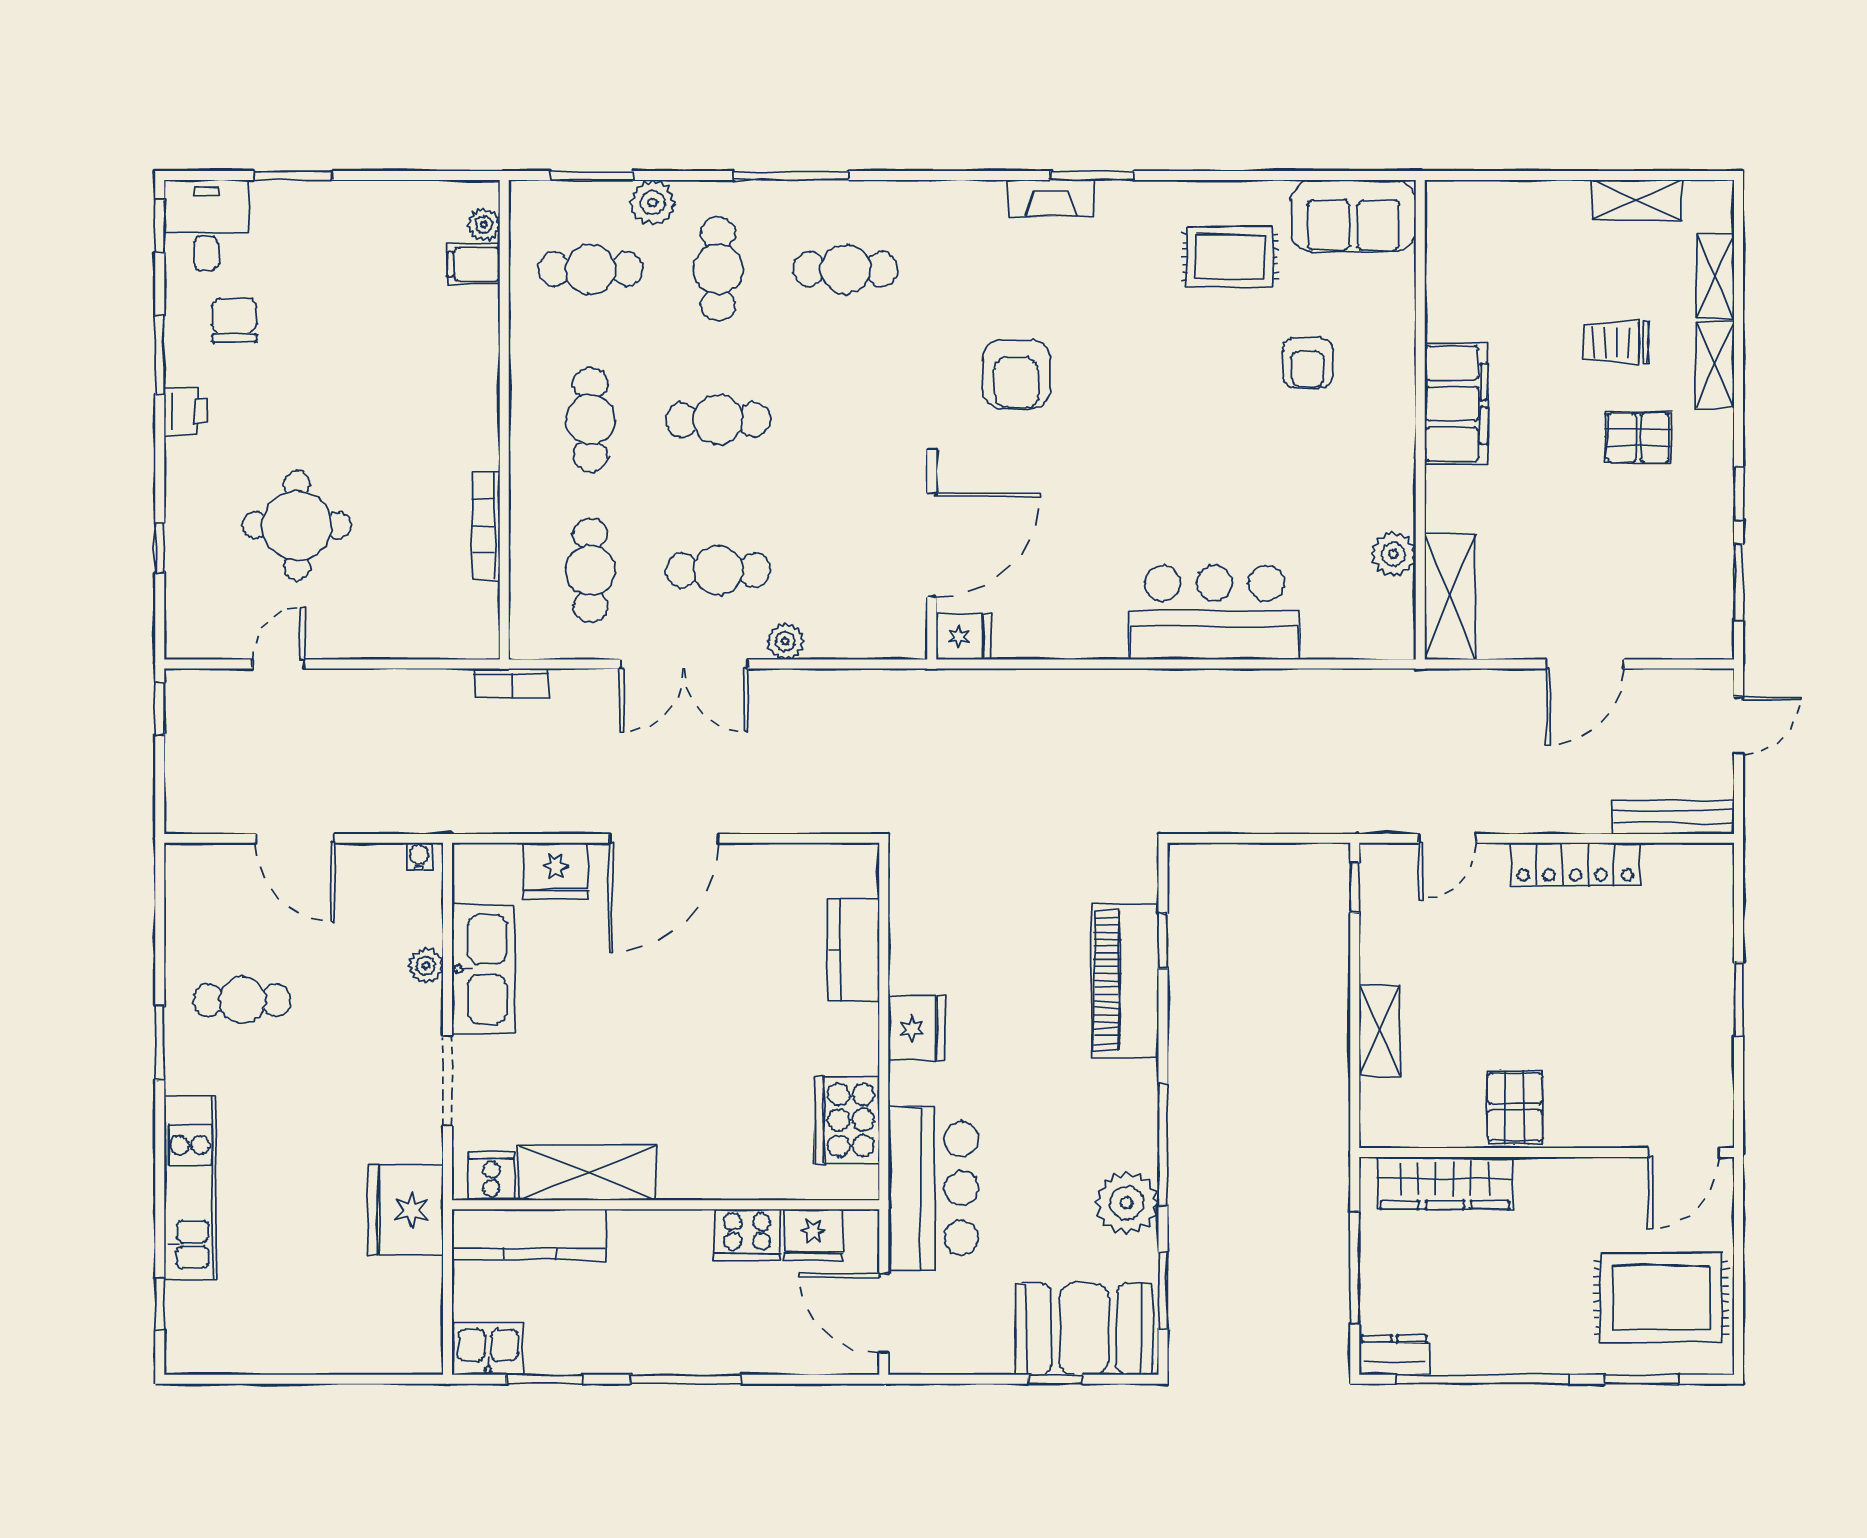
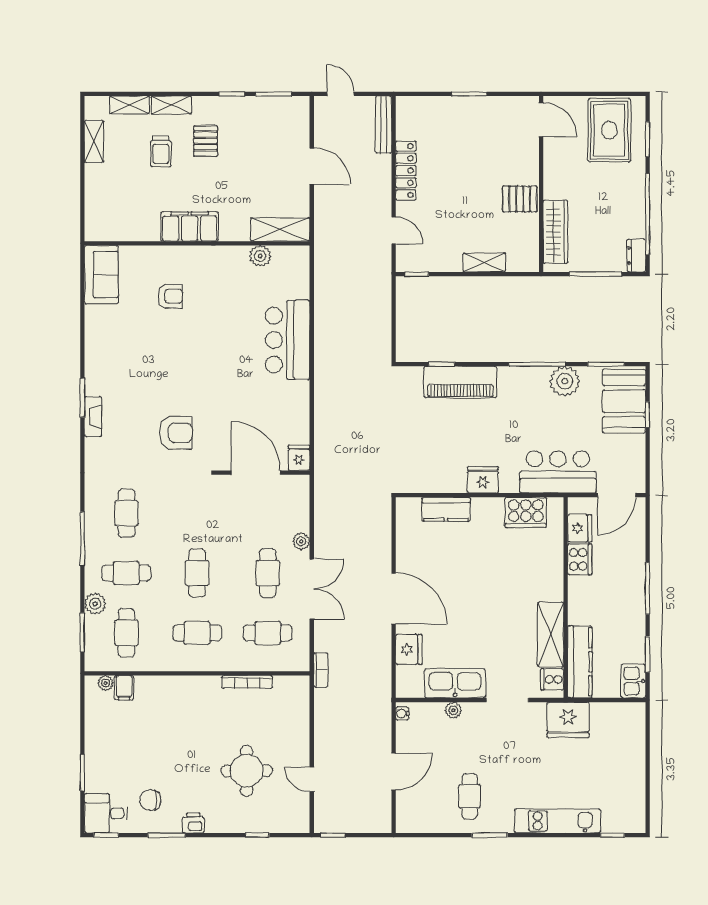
rug: (1230, 257) -> (121, 333), removed

